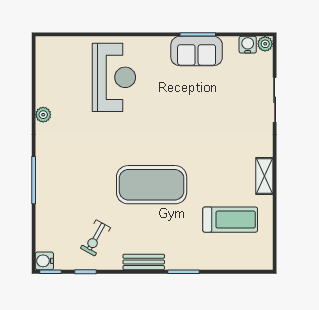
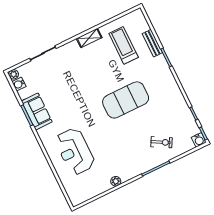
reception desk: (114, 77) -> (75, 151), turned -90
exercise mat: (152, 185) -> (126, 100), turned 90
exercise bike: (95, 238) -> (162, 142), moved
bench: (144, 262) -> (152, 43), moved

